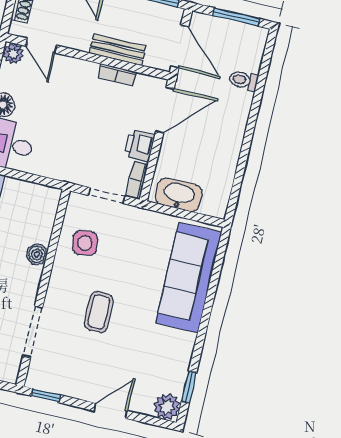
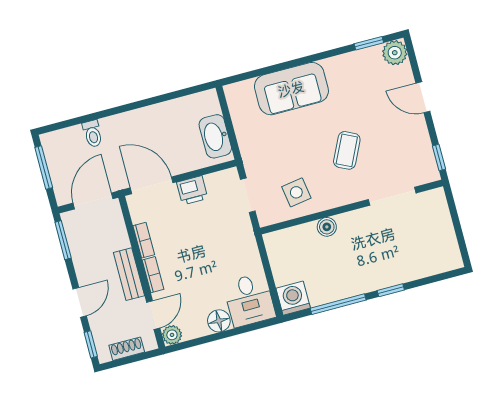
bench: (118, 50) -> (129, 274), moved
bookcase: (137, 180) -> (153, 275), moved, turned -90
sofa: (188, 278) -> (291, 89), width x0.73
coffee table: (99, 312) -> (347, 150), turned -64

